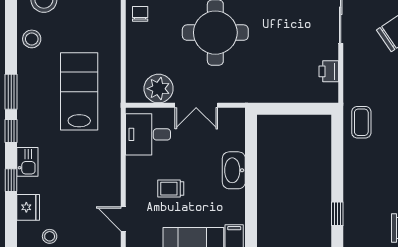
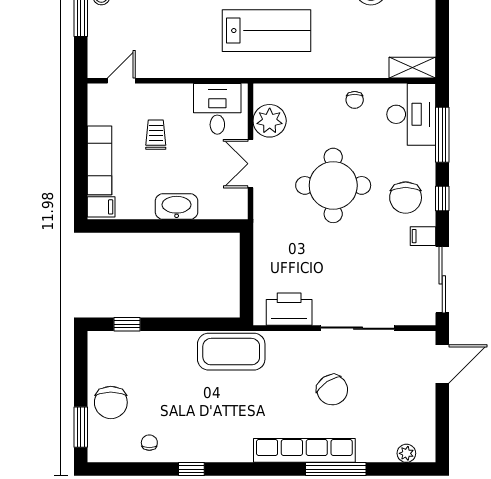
chair: (140, 14) -> (355, 100), turned 90
printer: (329, 71) -> (289, 309), width x1.87, depth x1.48
coffee table: (361, 122) -> (231, 352), width x1.86, depth x1.72

